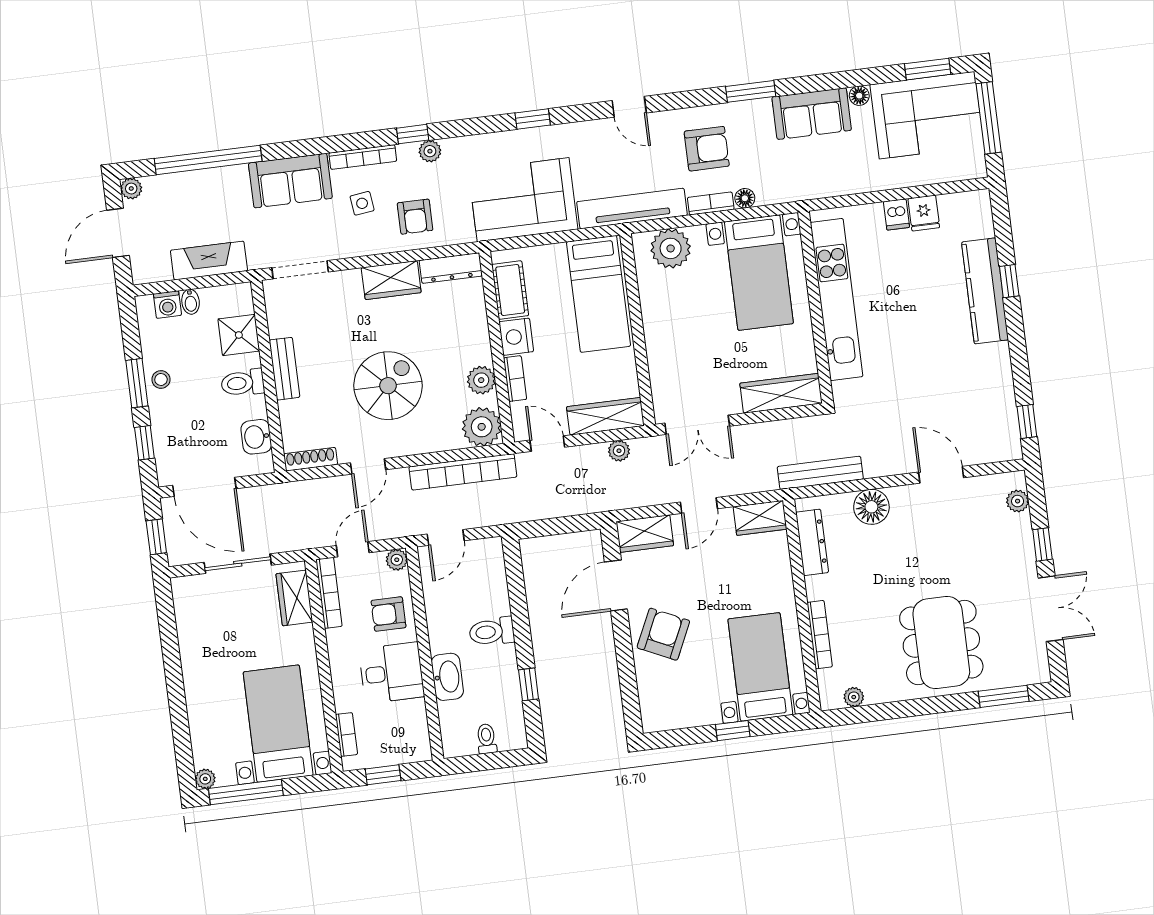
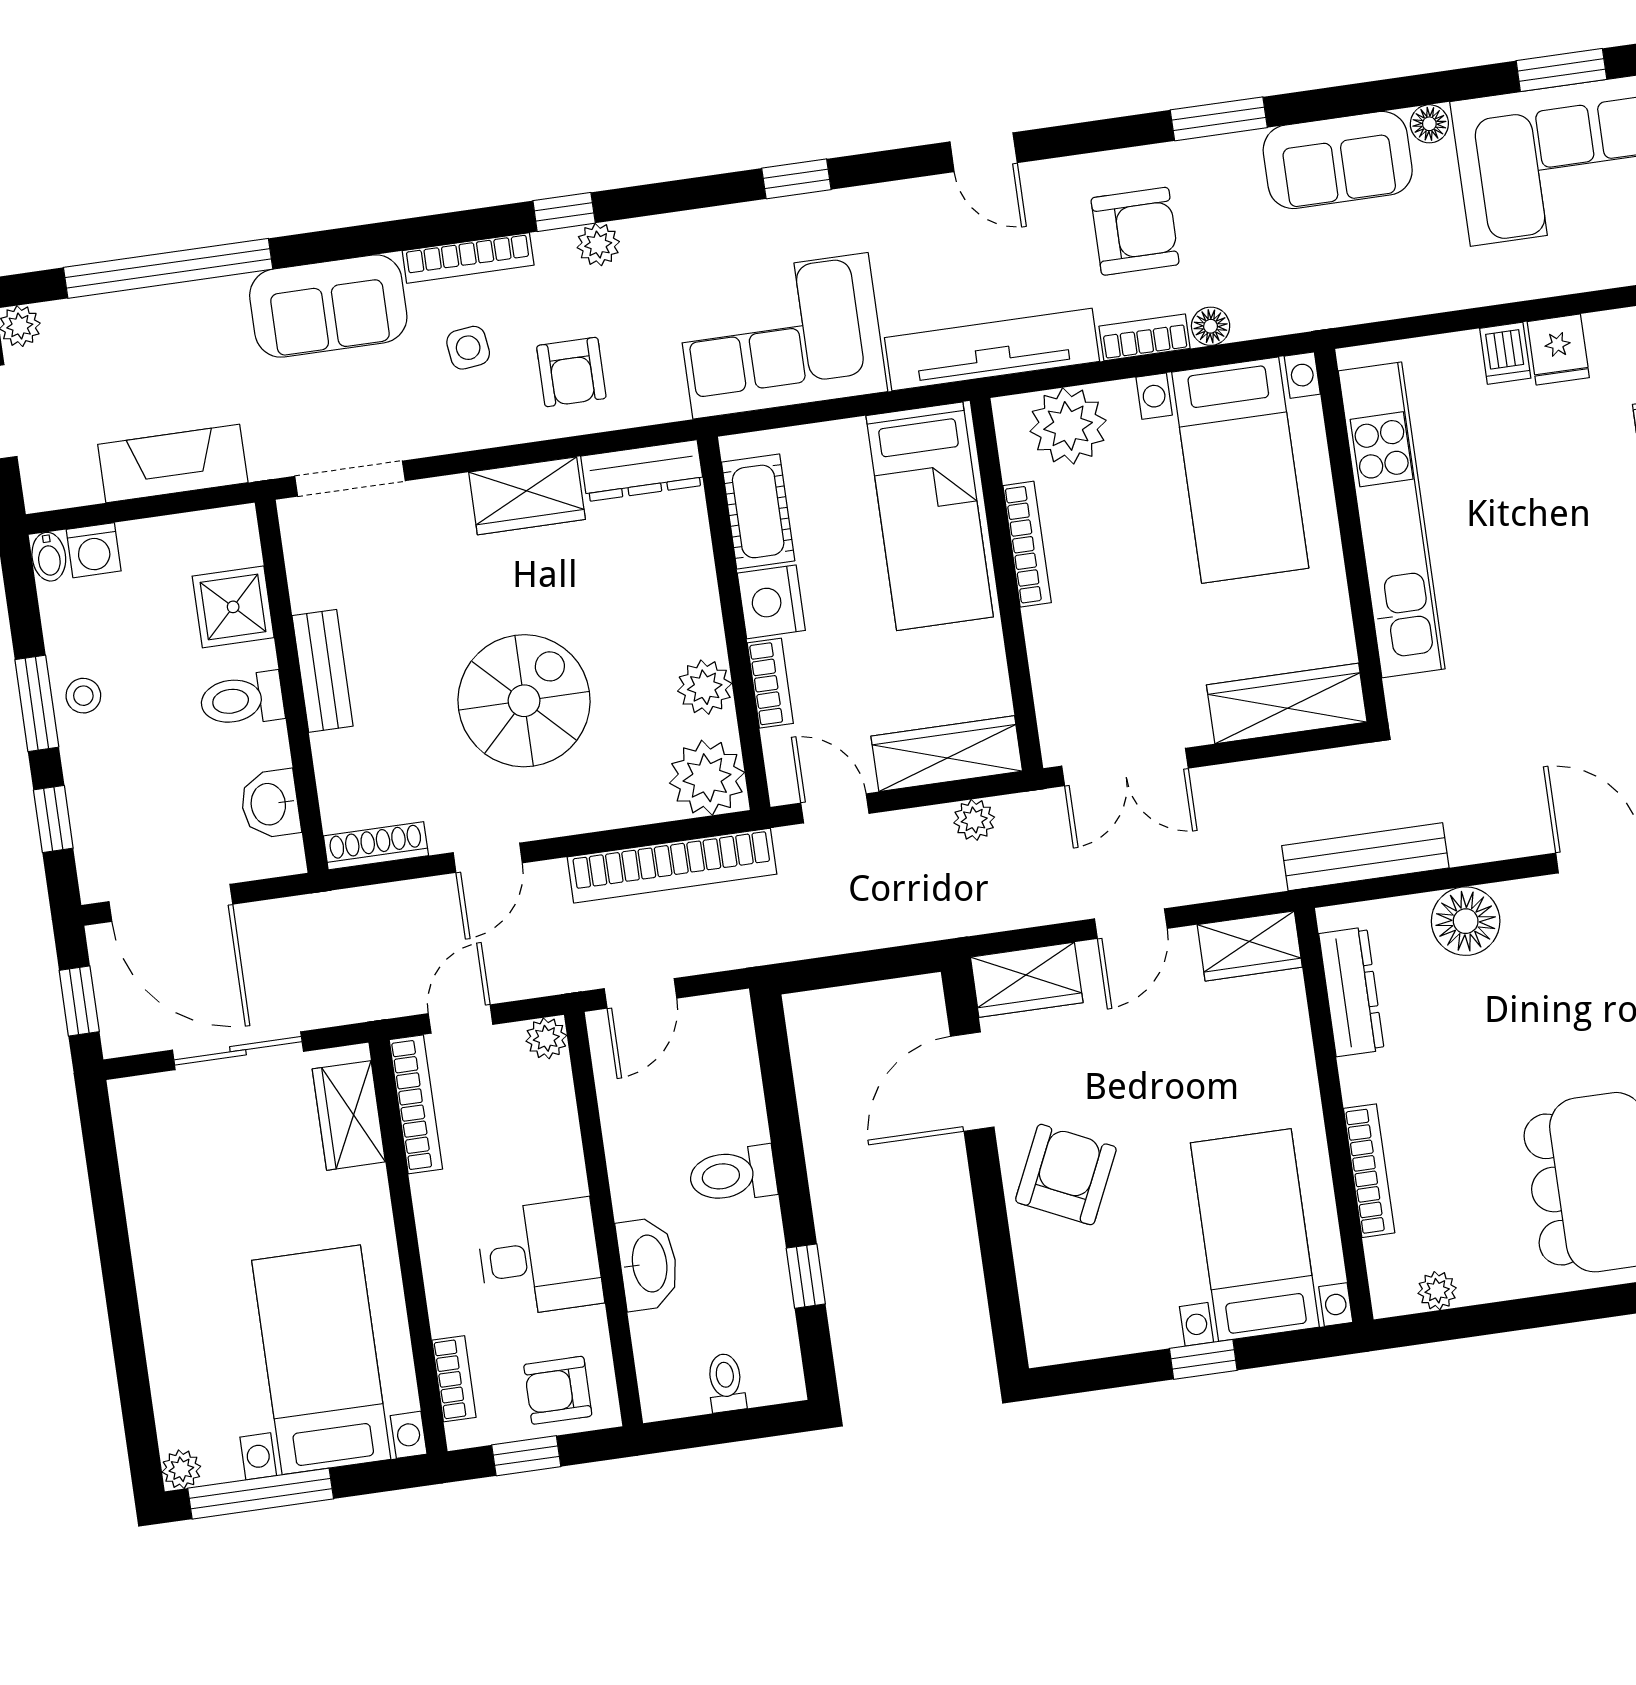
bidet: (191, 302) -> (49, 557), moved
bookcase: (648, 309) -> (1027, 544), added
armchair: (389, 614) -> (558, 1390), moved

